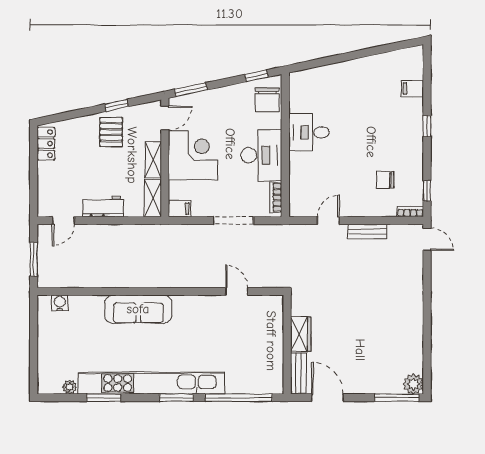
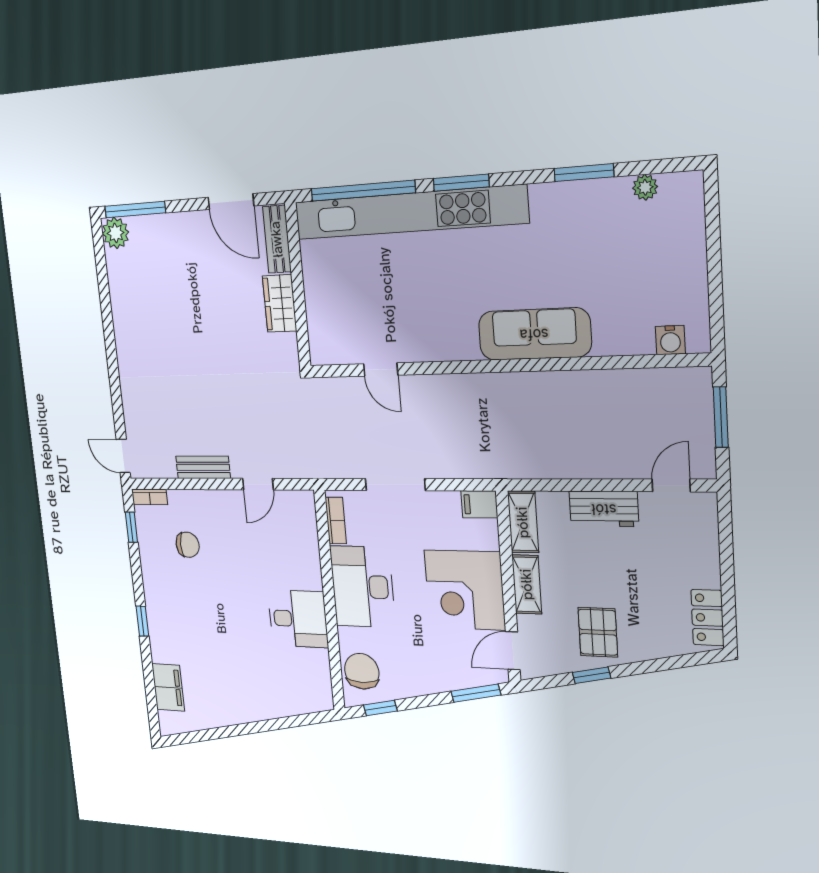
filing cabinet: (413, 88) -> (168, 687), width x2.00
kitchen unit: (151, 383) -> (409, 213), moved

